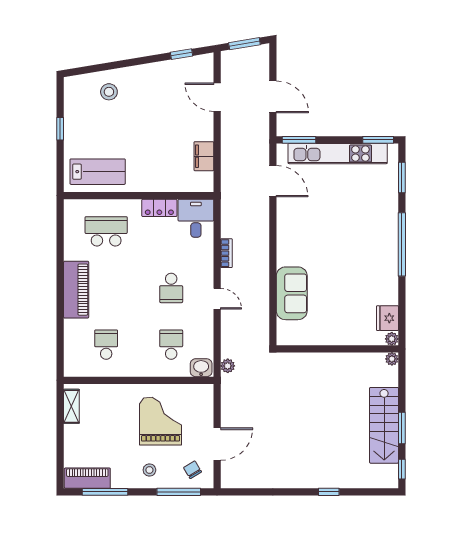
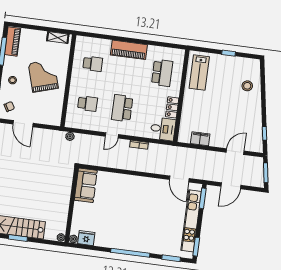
door: (273, 181) -> (179, 179), hinge flipped
school desk: (171, 288) -> (122, 108), width x1.85
sofa: (292, 293) -> (86, 185), moved, turned -90
washbasin: (201, 368) -> (71, 120), removed
grand piano: (161, 421) -> (43, 76), moved, turned -107

